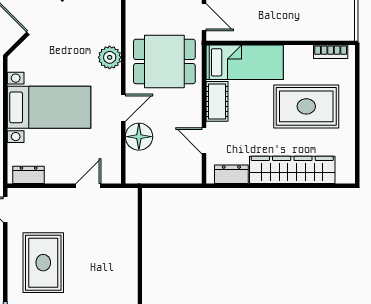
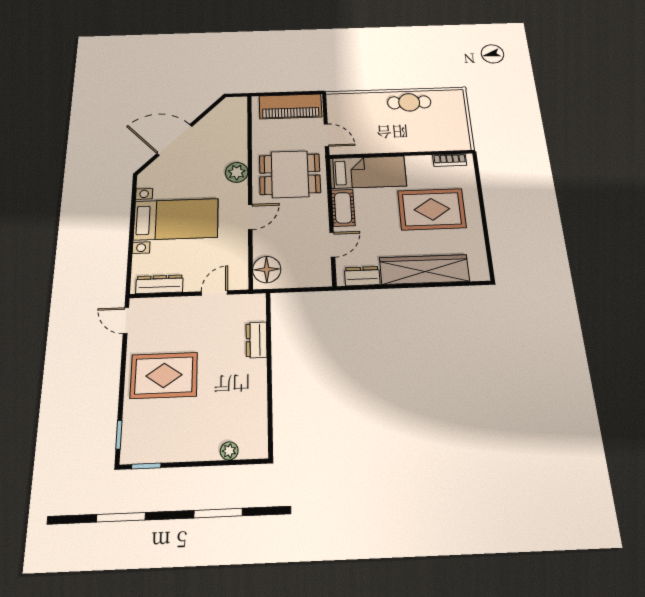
floor lamp: (139, 137) -> (267, 269), moved
door: (204, 141) -> (332, 245), swing flipped
dresser: (29, 175) -> (159, 284), width x1.44
dresser: (128, 233) -> (256, 340), added
rug: (43, 263) -> (164, 375), turned 90

